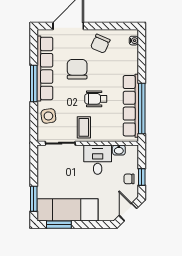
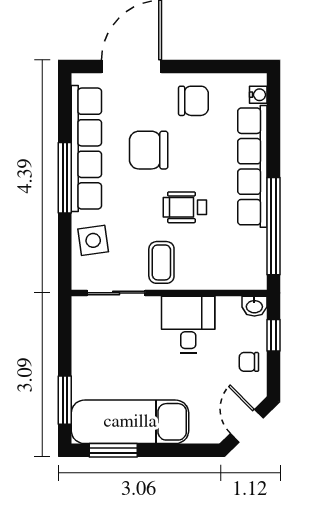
chair: (100, 44) -> (193, 101), turned -114
chair: (77, 69) -> (149, 150), turned -90
row of seats: (131, 106) -> (252, 166), moved
washbasin: (119, 150) -> (254, 306), moved
window: (142, 177) -> (273, 335), moved

